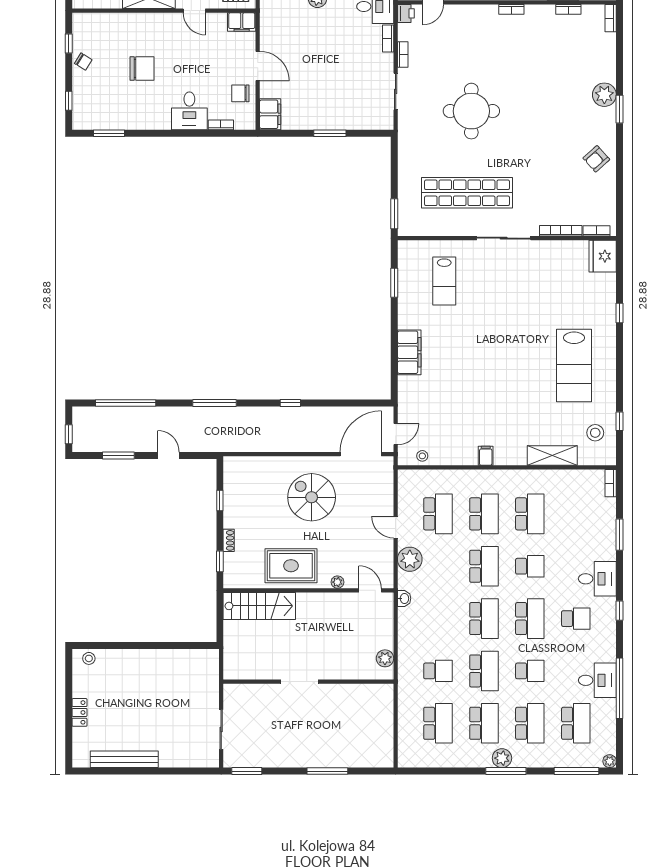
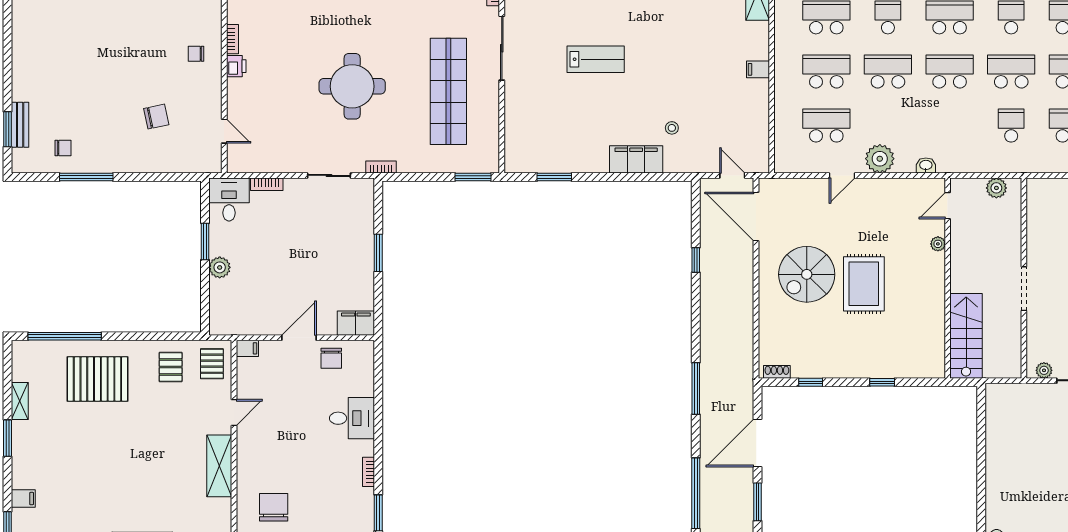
printer: (406, 13) -> (236, 66), moved, turned 90
filing cabinet: (242, 22) -> (247, 348), width x0.50
bookcase: (403, 54) -> (381, 167), moved
chair: (142, 68) -> (274, 507), moved
bookcase: (221, 125) -> (368, 472), moved
lab bench: (444, 281) -> (596, 59), moved
window: (290, 403) -> (696, 260), moved
door: (168, 455) -> (758, 443), width x1.88
stool: (422, 456) -> (672, 128), moved
shoe rack: (229, 540) -> (777, 372), moved
rug: (291, 566) -> (864, 284), moved
plant: (337, 582) -> (938, 244), moved
wall: (308, 590) -> (948, 278), moved
door: (370, 590) -> (948, 206), moved
stairs: (259, 606) -> (966, 336), moved
plant: (230, 699) -> (1044, 370), added

